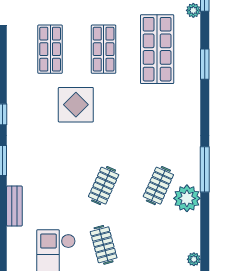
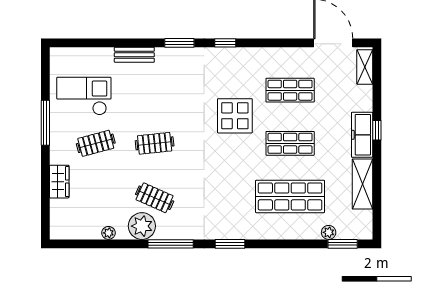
window: (205, 64) -> (230, 244), moved
clothes rail: (104, 186) -> (155, 143), turned -30
plant: (194, 259) -> (108, 233), moved

